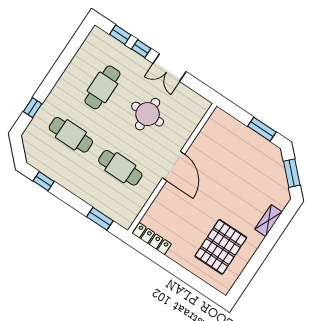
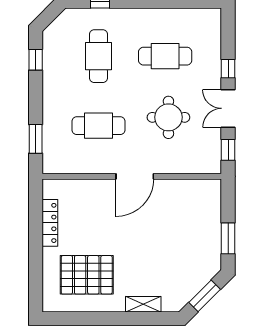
window: (120, 35) -> (228, 150), moved
cafe table: (120, 168) -> (98, 126), turned 90
locker: (152, 239) -> (50, 223), moved

